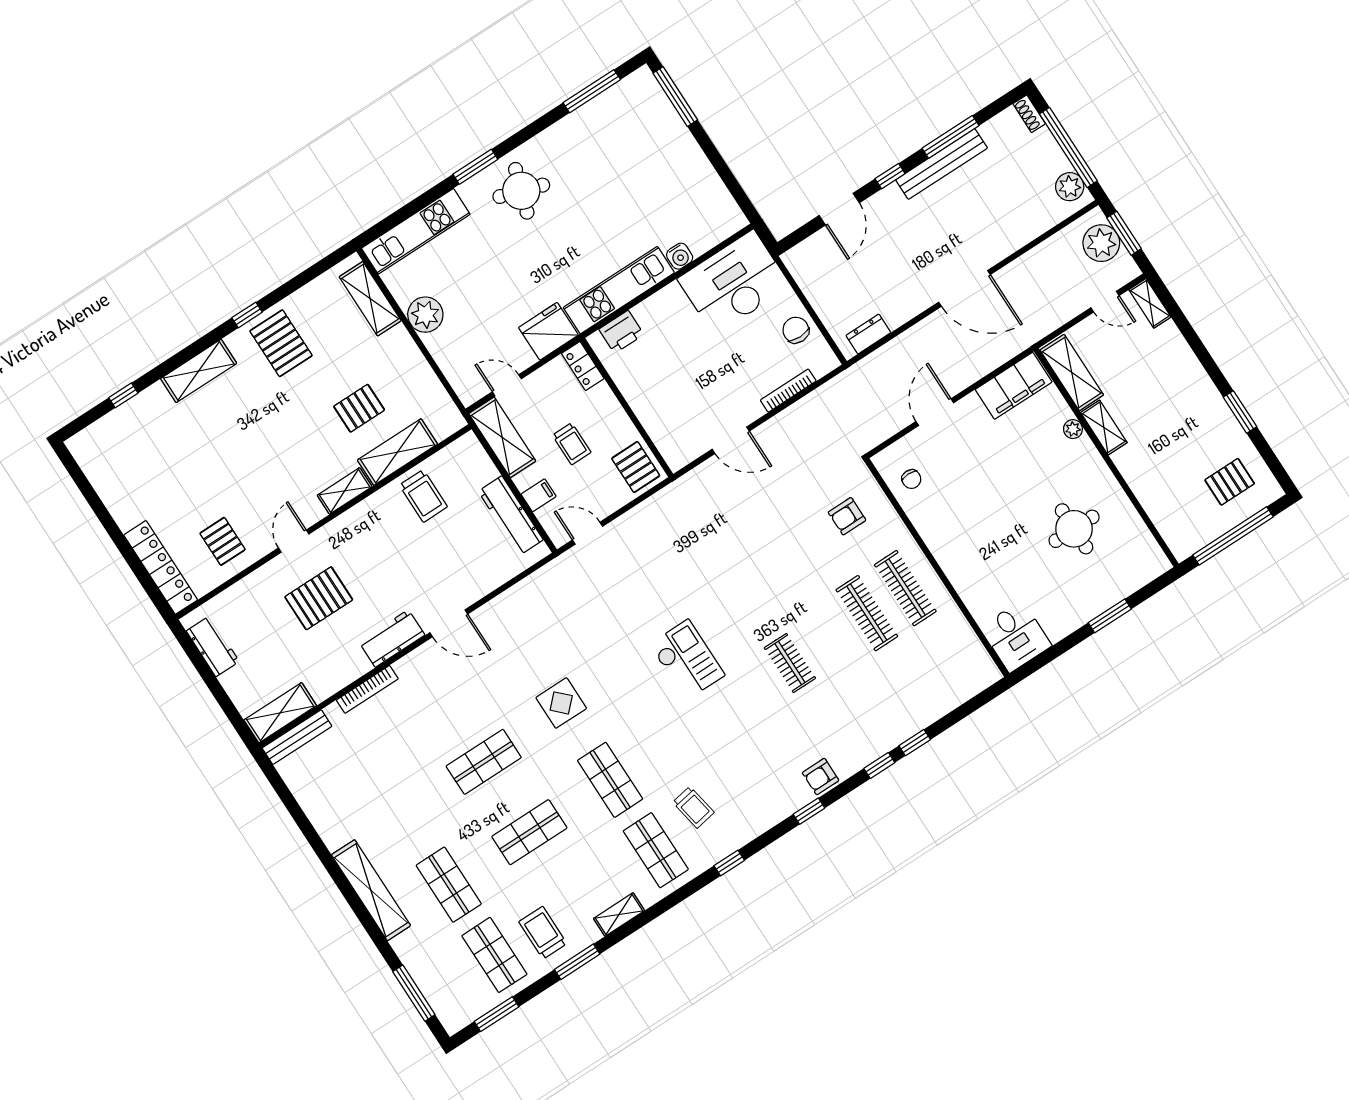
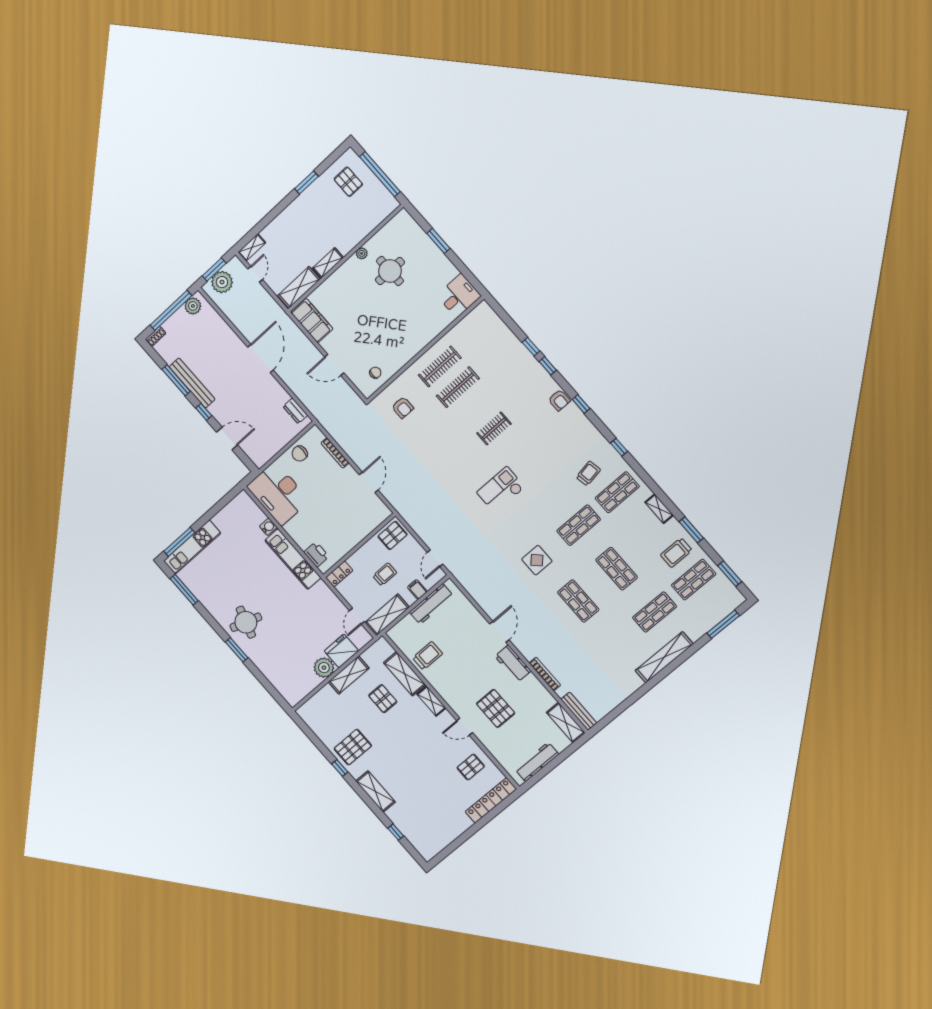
kitchen unit: (416, 231) -> (192, 547), moved, turned 90
shelving: (370, 299) -> (349, 675), moved
fridge: (548, 331) -> (341, 651), moved, turned 90
plant: (1073, 429) -> (362, 253), moved
workbench: (213, 646) -> (537, 762), width x1.38

